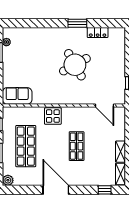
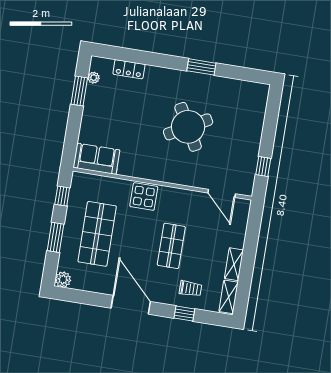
locker: (98, 33) -> (129, 69), moved
trolley: (94, 173) -> (190, 289), added
window: (105, 190) -> (184, 313), moved

